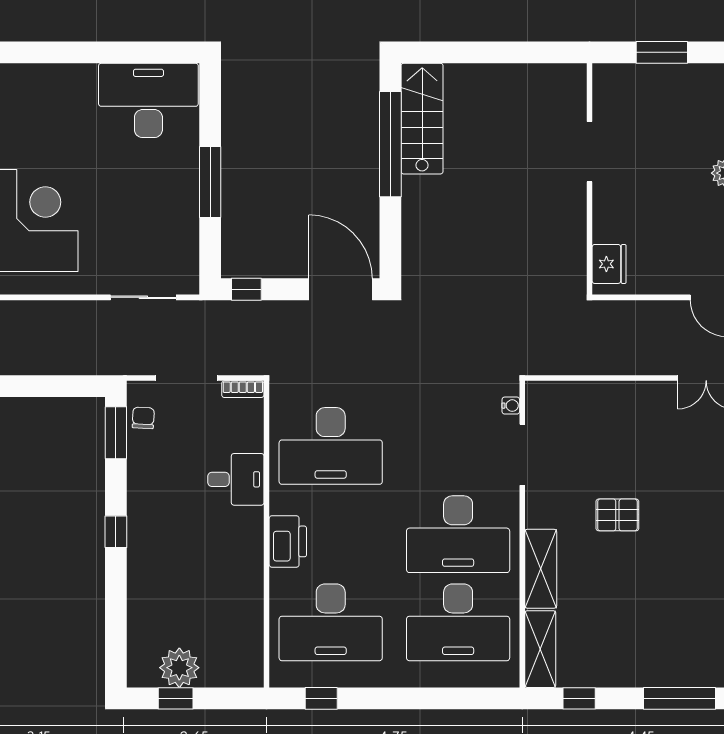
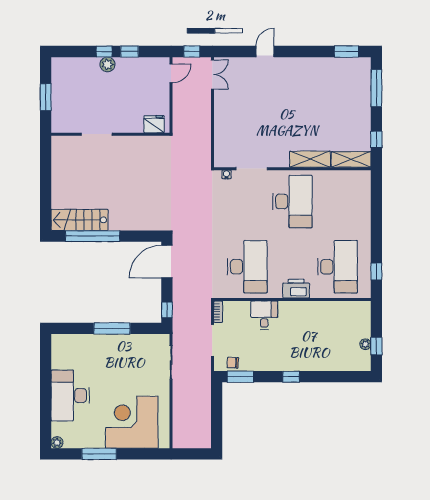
desk: (148, 100) -> (70, 396), moved
pallet: (617, 515) -> (282, 120), removed
desk: (458, 622) -> (337, 201), removed
plant: (179, 668) -> (365, 344), width x0.53, depth x0.53

